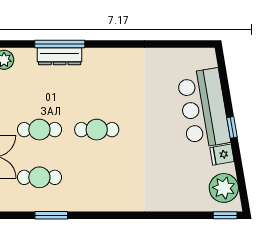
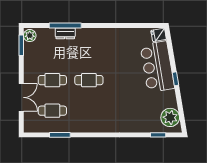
dresser: (60, 56) -> (65, 33), width x0.70
fridge: (222, 155) -> (159, 35), moved
window: (225, 215) -> (158, 135), moved

